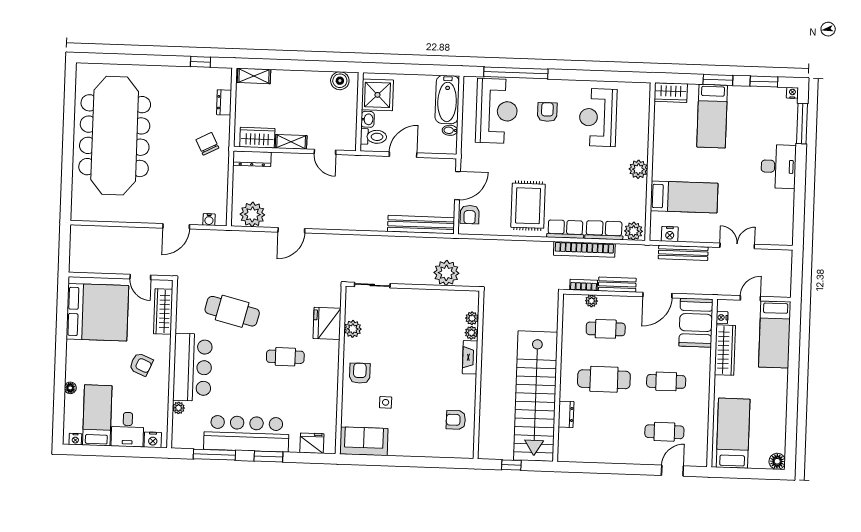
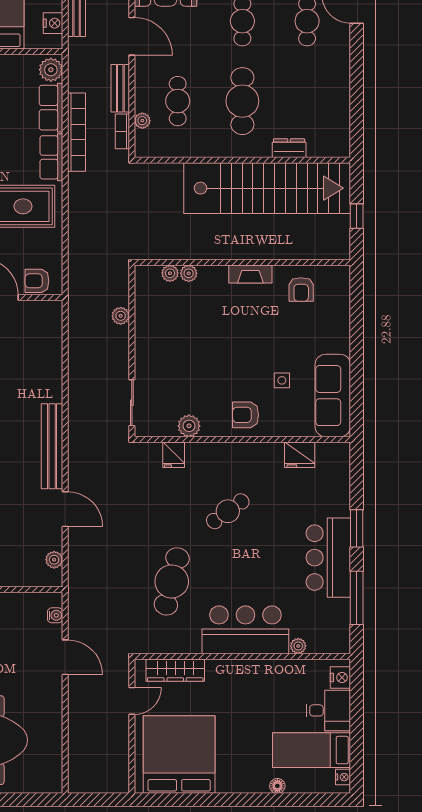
plant: (252, 214) -> (54, 560), width x0.53, depth x0.53
armchair: (470, 215) -> (37, 281), turned 180
bench: (421, 225) -> (52, 446), moved
plant: (446, 273) -> (121, 316), width x0.53, depth x0.53
fridge: (327, 323) -> (174, 455), width x0.53, depth x0.75
cafe table: (285, 357) -> (228, 511), turned 54
fireplace: (470, 357) -> (250, 274), moved
armchair: (141, 364) -> (244, 696), removed
bar counter: (246, 434) -> (328, 558), width x0.73
sofa: (364, 441) -> (333, 396), width x1.36
fridge: (312, 443) -> (300, 455), moved, turned -90

